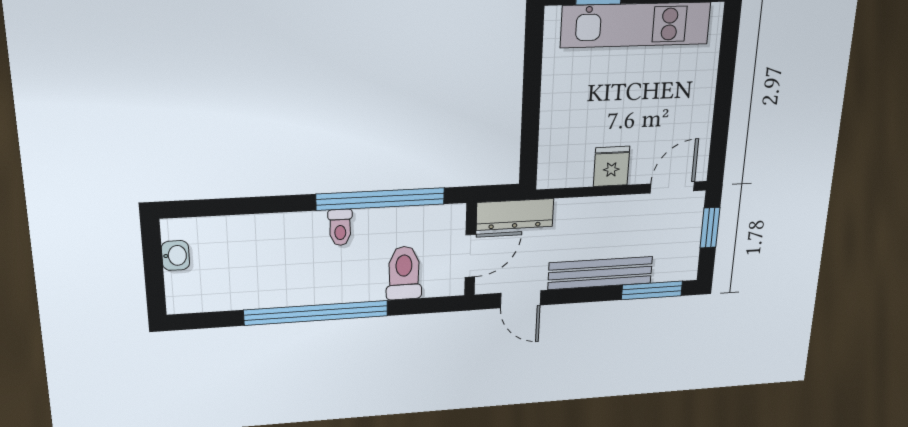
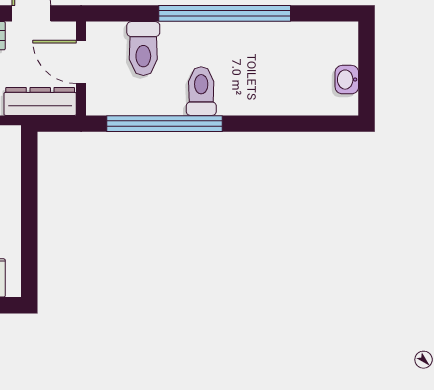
toilet: (340, 228) -> (201, 91), width x1.37, depth x1.39
door: (470, 256) -> (81, 62), hinge flipped

